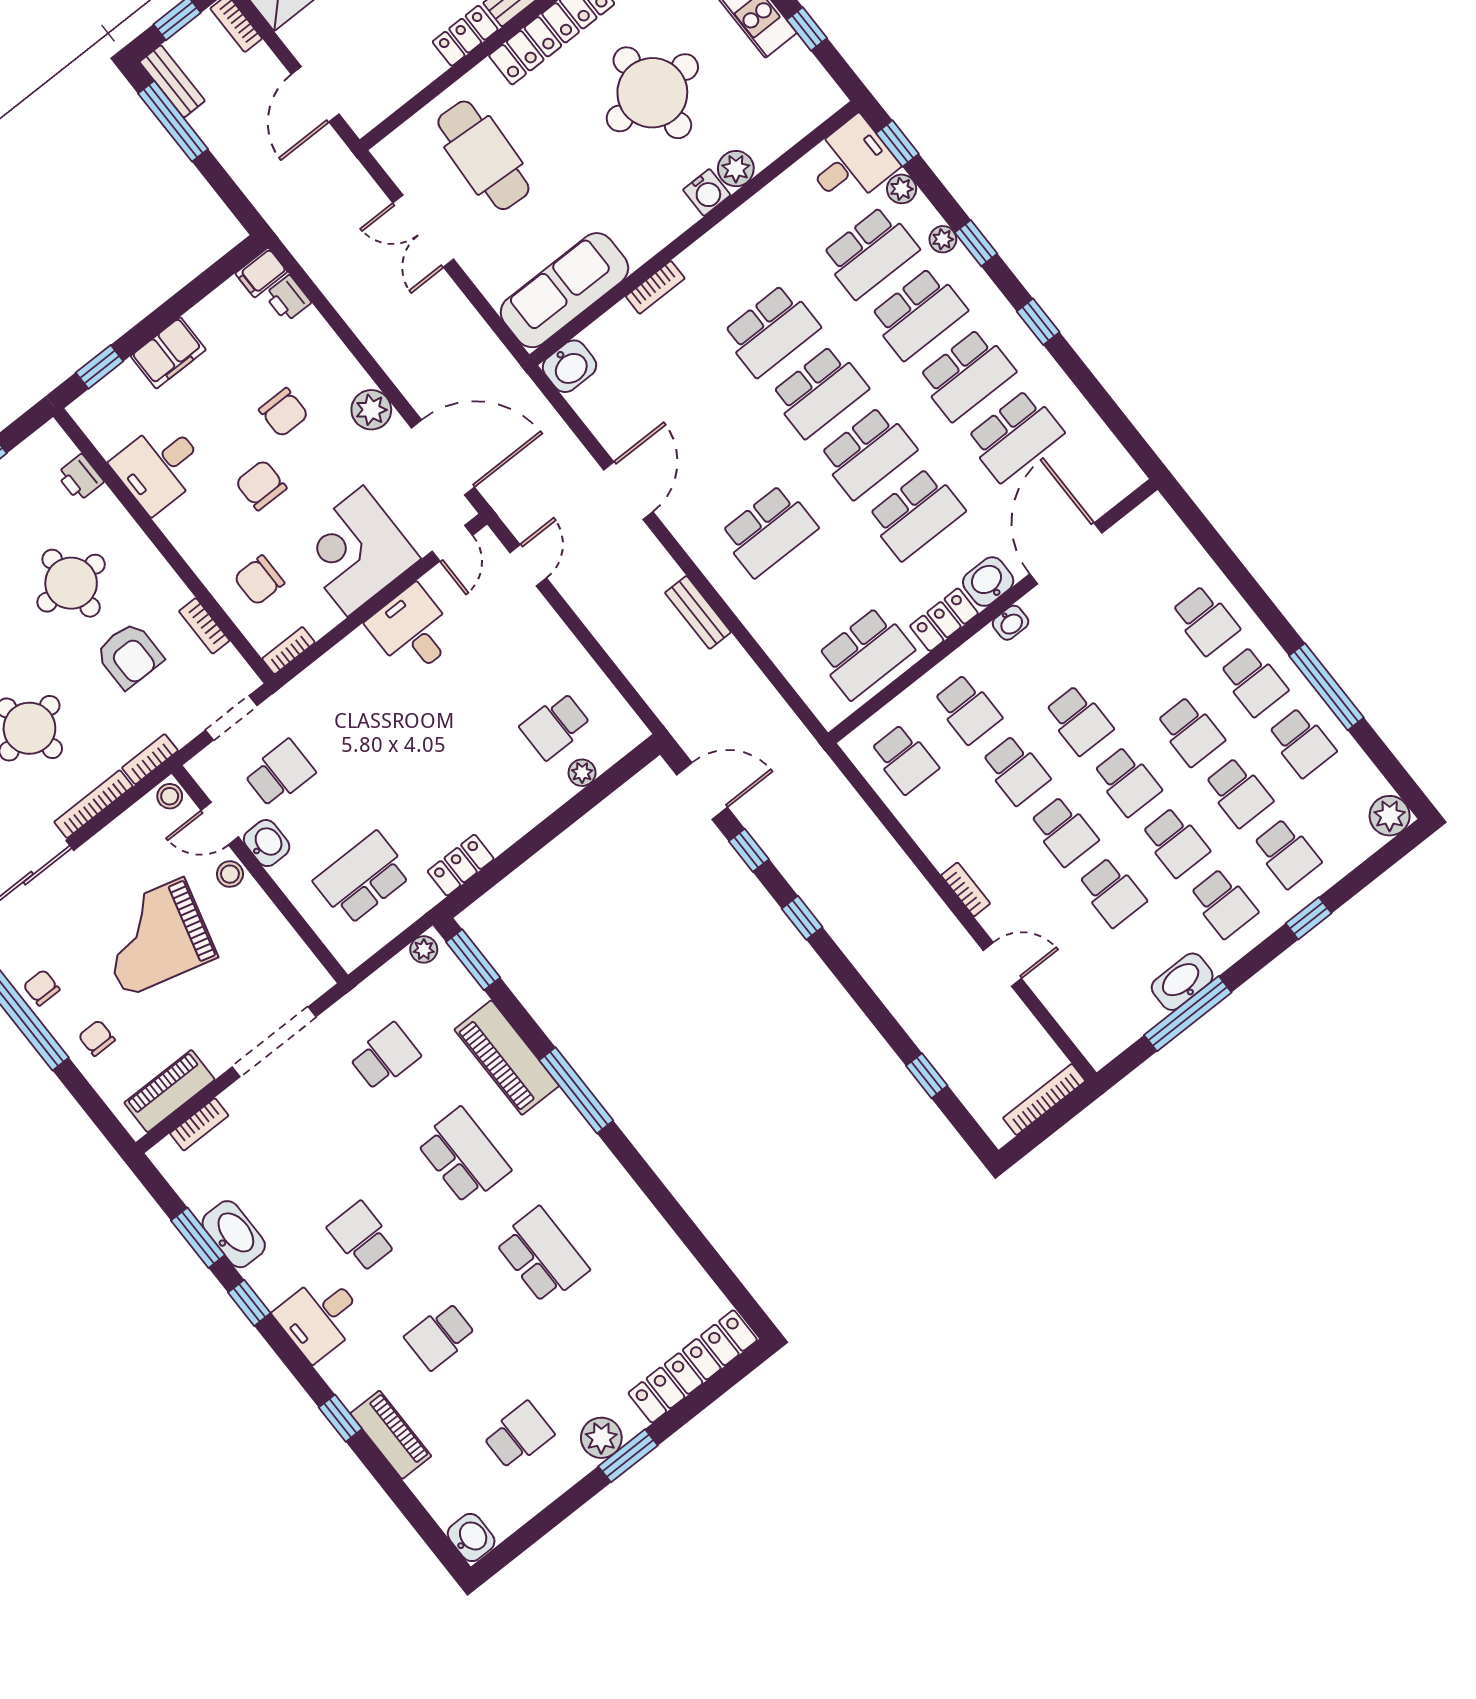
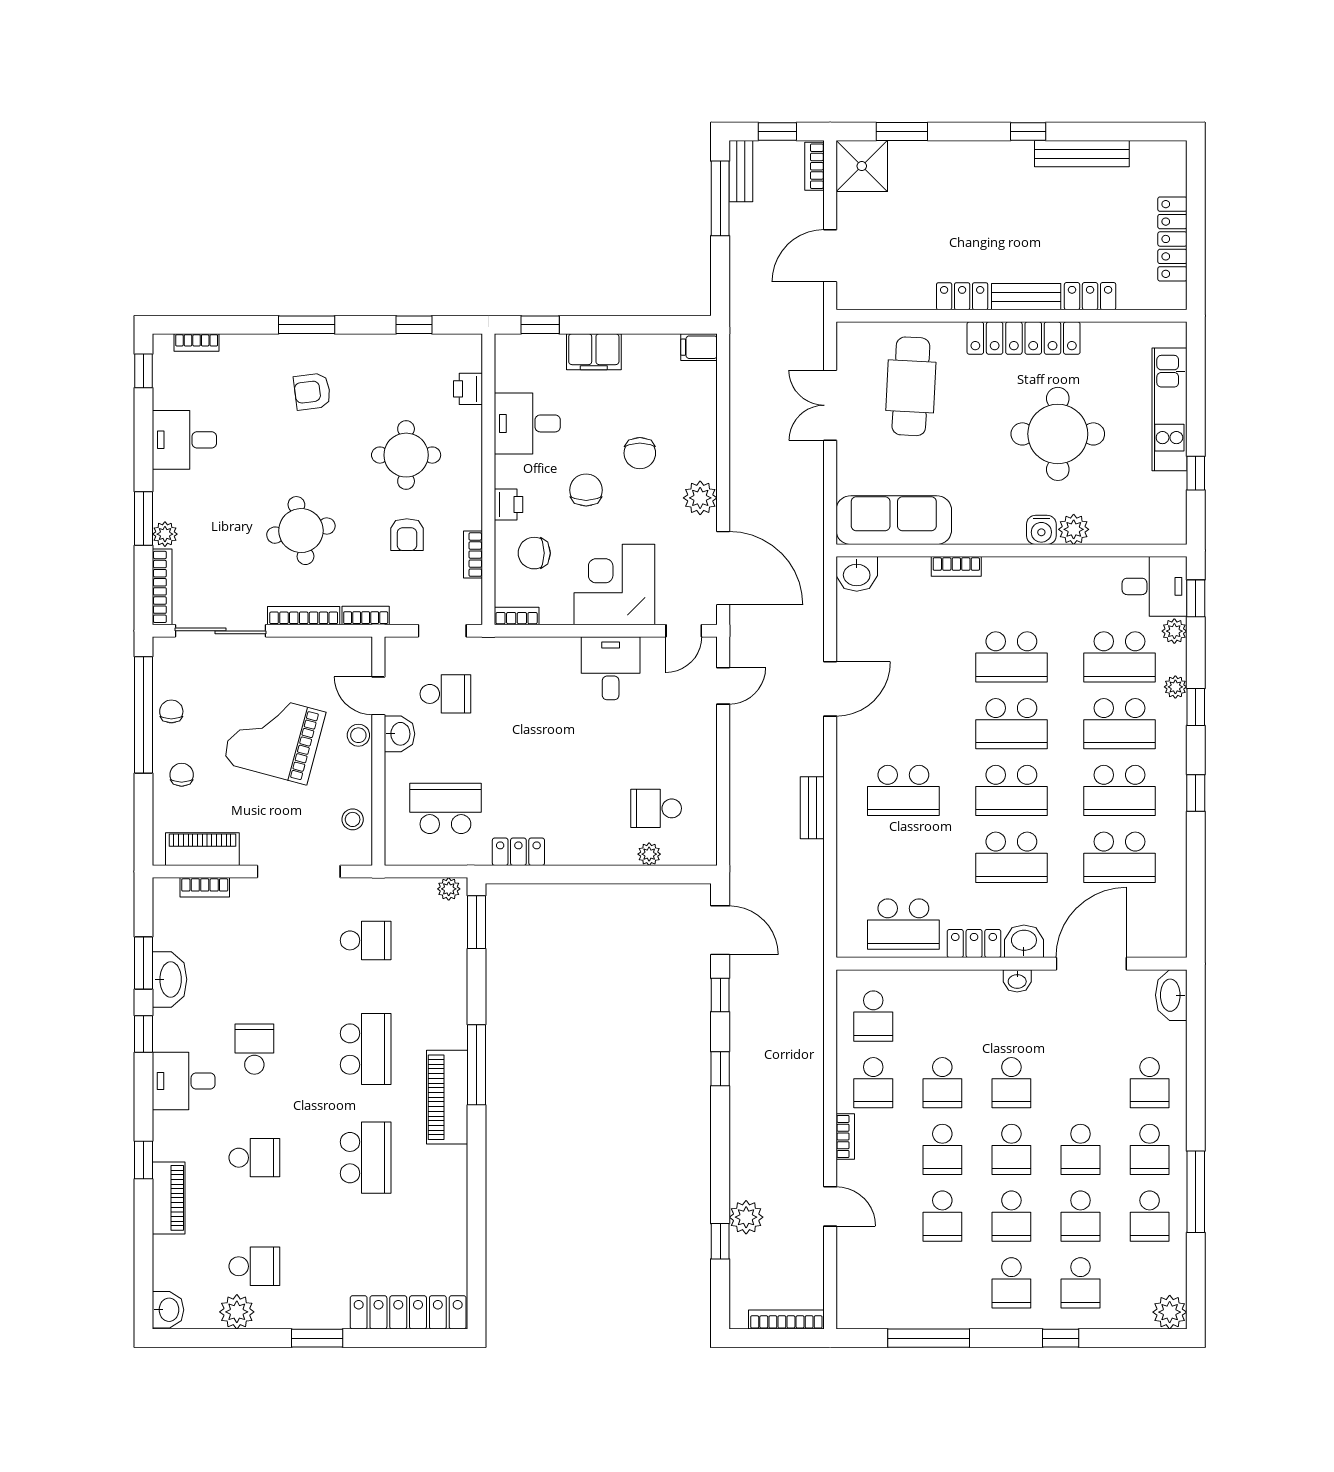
printer: (288, 299) -> (508, 504), moved, turned 180
armchair: (129, 655) -> (407, 535), width x0.72, depth x0.72
school desk: (967, 709) -> (873, 1083), moved
stool: (170, 796) -> (353, 819), moved
washbasin: (1182, 982) -> (1171, 995), moved, turned -90
plant: (933, 1035) -> (746, 1217), added
piano: (507, 1058) -> (447, 1097), moved
school desk: (440, 1336) -> (254, 1158), turned 180
plant: (601, 1438) -> (237, 1312), moved

